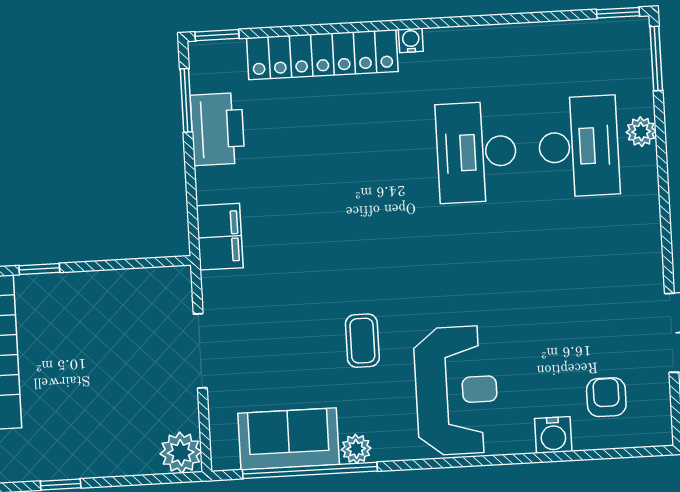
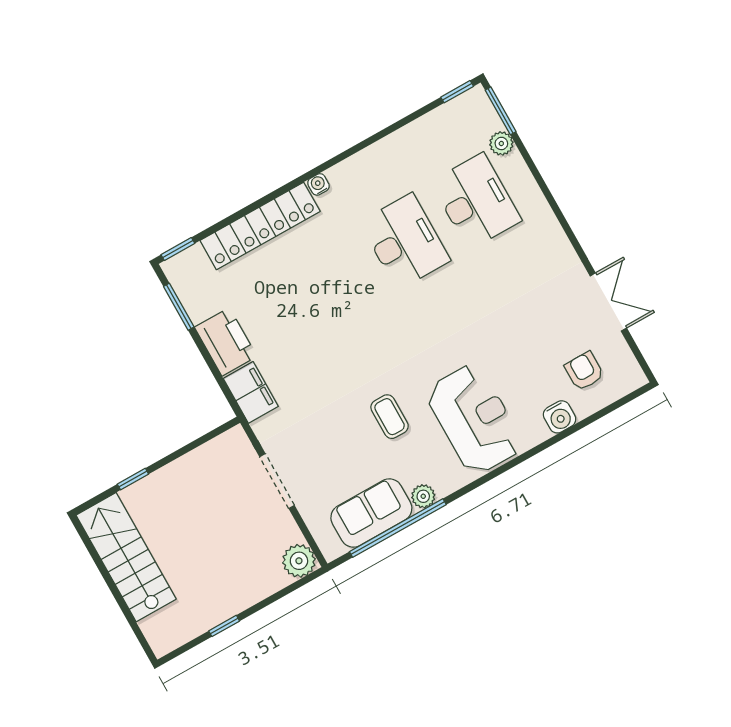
printer: (217, 129) -> (226, 342), moved
plant: (641, 132) -> (501, 143), moved
desk: (477, 152) -> (405, 241), turned 180

